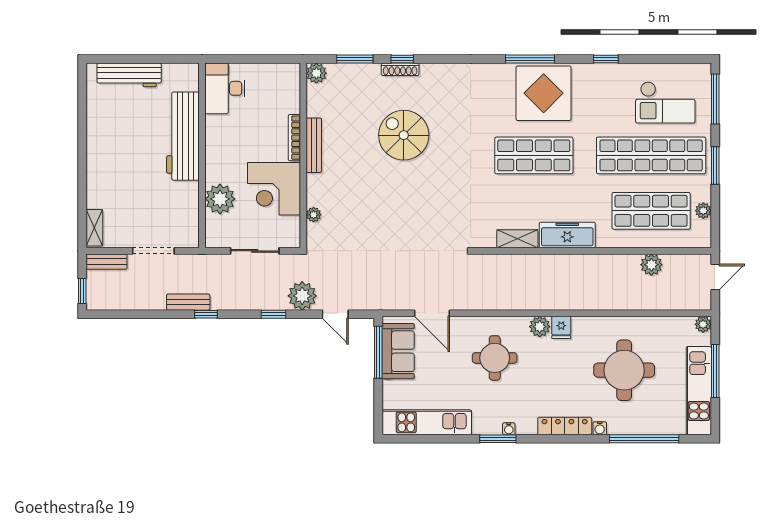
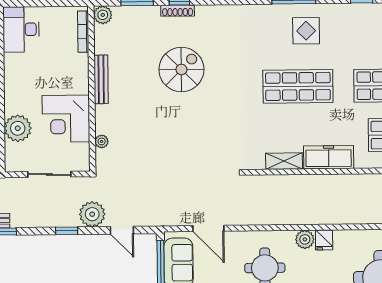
display table: (544, 93) -> (306, 31), width x0.54, depth x0.54
spiral stairs: (404, 135) -> (181, 69), turned 90
bookcase: (294, 138) -> (83, 32), moved

